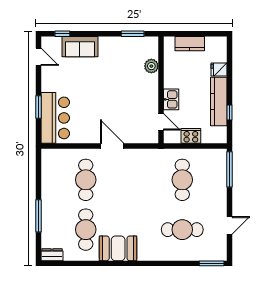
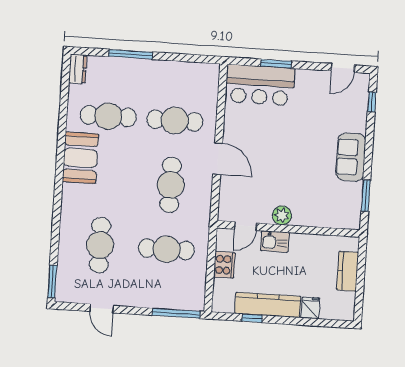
sofa: (80, 47) -> (351, 157), moved
plant: (151, 66) -> (282, 215), moved
door: (112, 146) -> (218, 159), hinge flipped
cafe table: (134, 180) -> (171, 185), added

